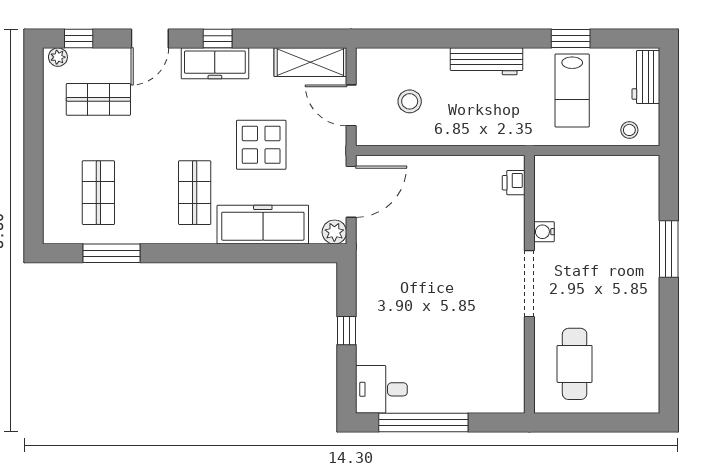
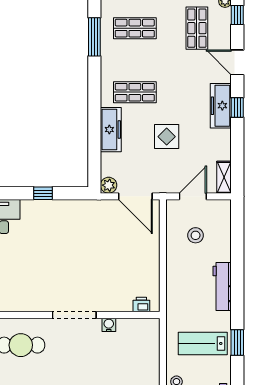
shelving: (310, 62) -> (224, 177), width x0.67, depth x0.75
display table: (261, 145) -> (167, 137), width x0.73, depth x0.73
freezer: (263, 225) -> (111, 130), width x0.73, depth x0.79

